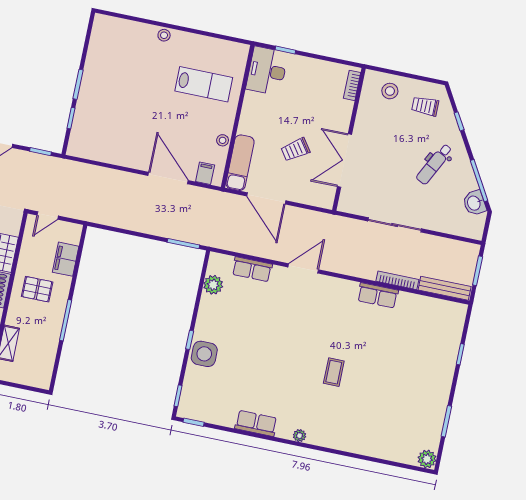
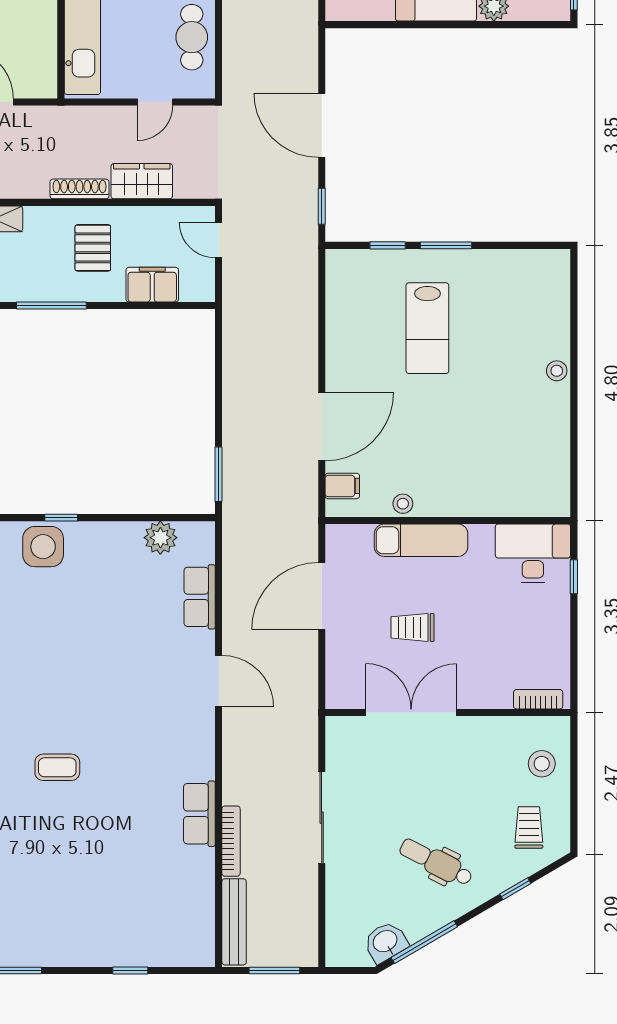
lab bench: (204, 84) -> (427, 328), moved
trolley: (295, 150) -> (412, 627), turned -55
exam couch: (240, 163) -> (421, 540), moved

